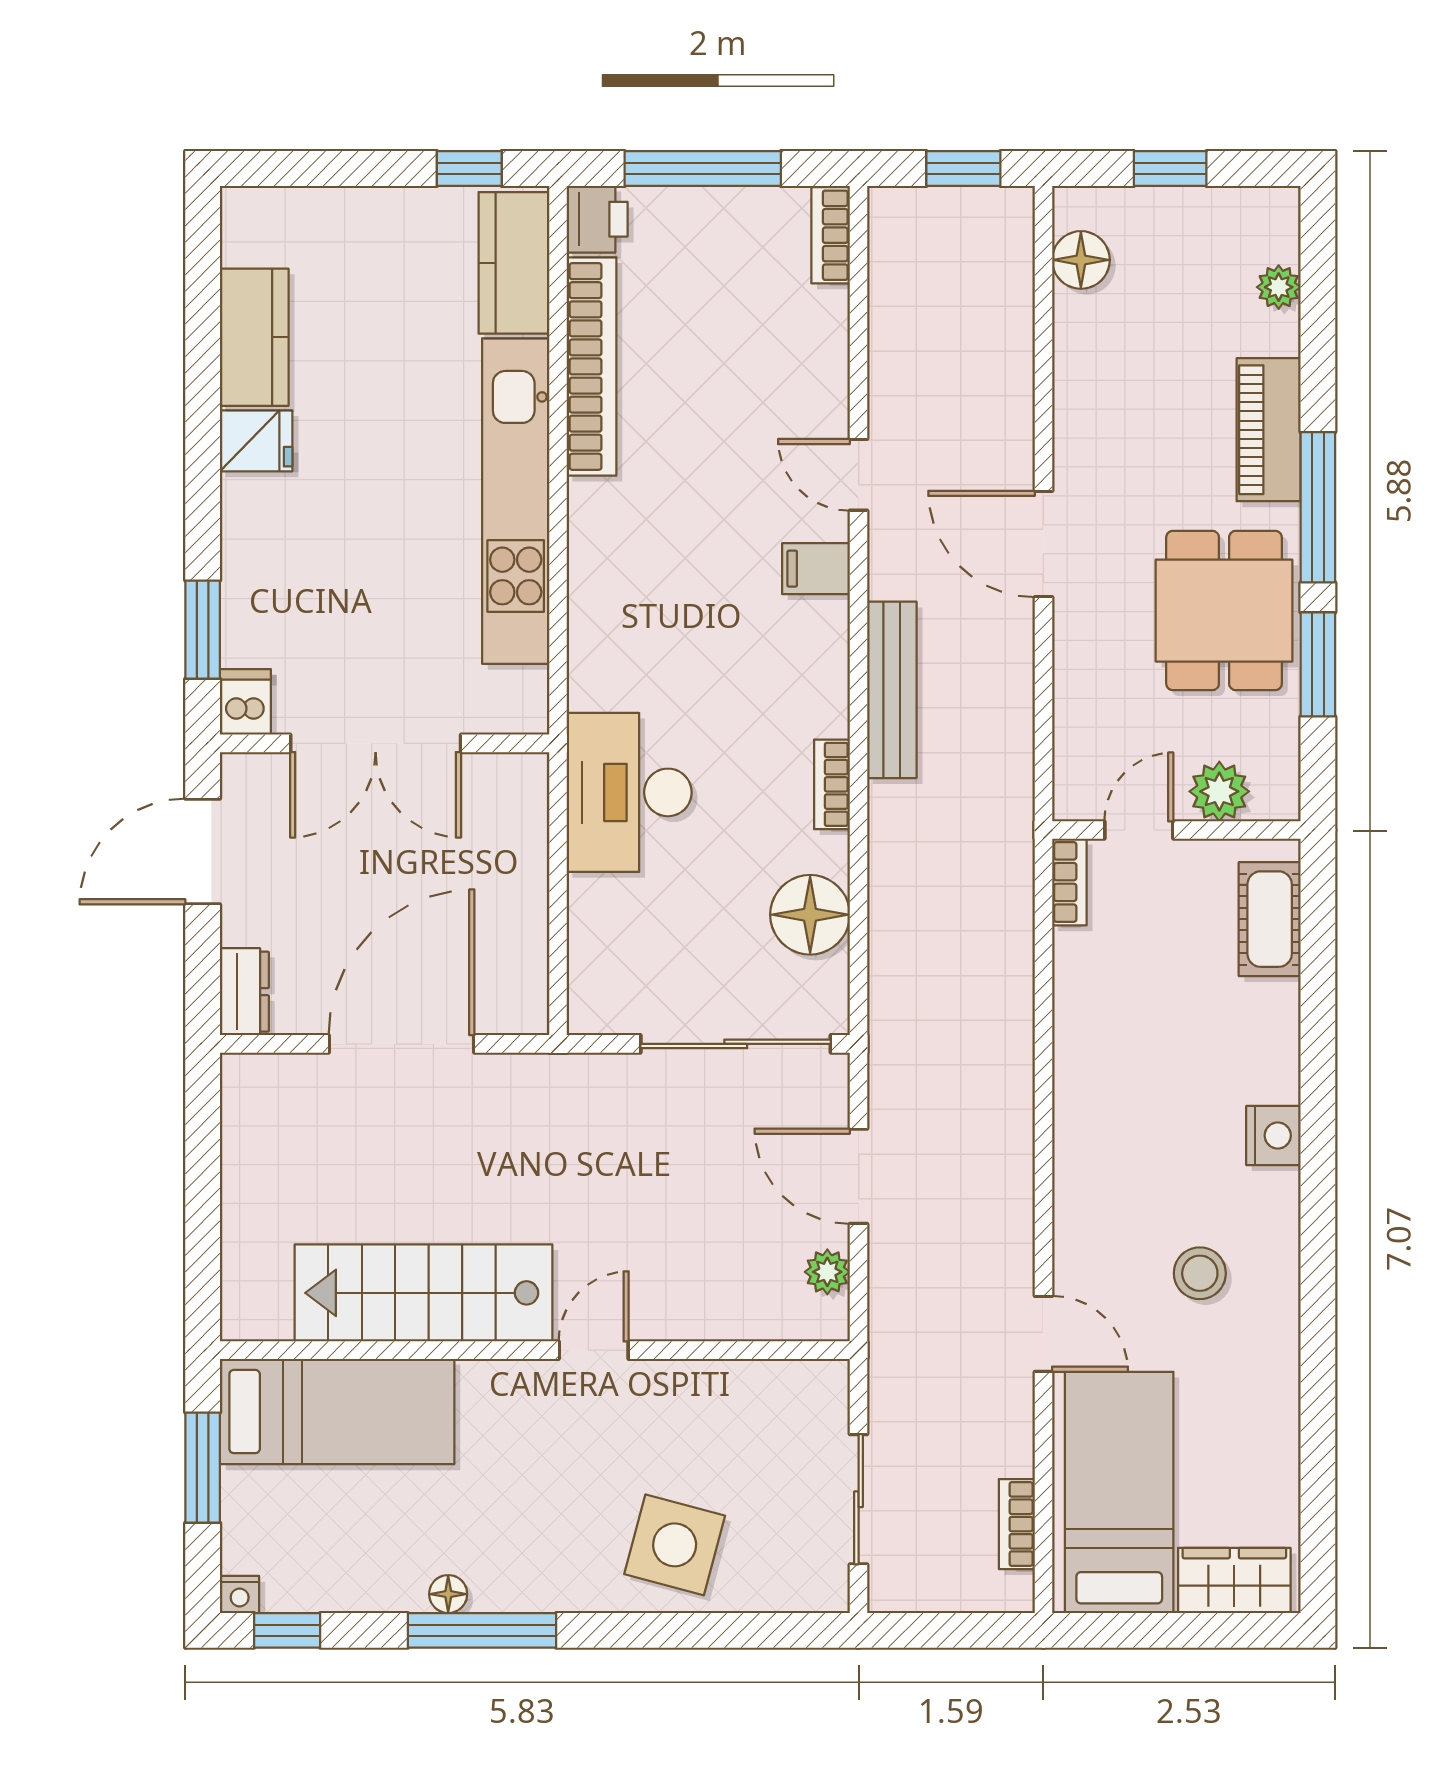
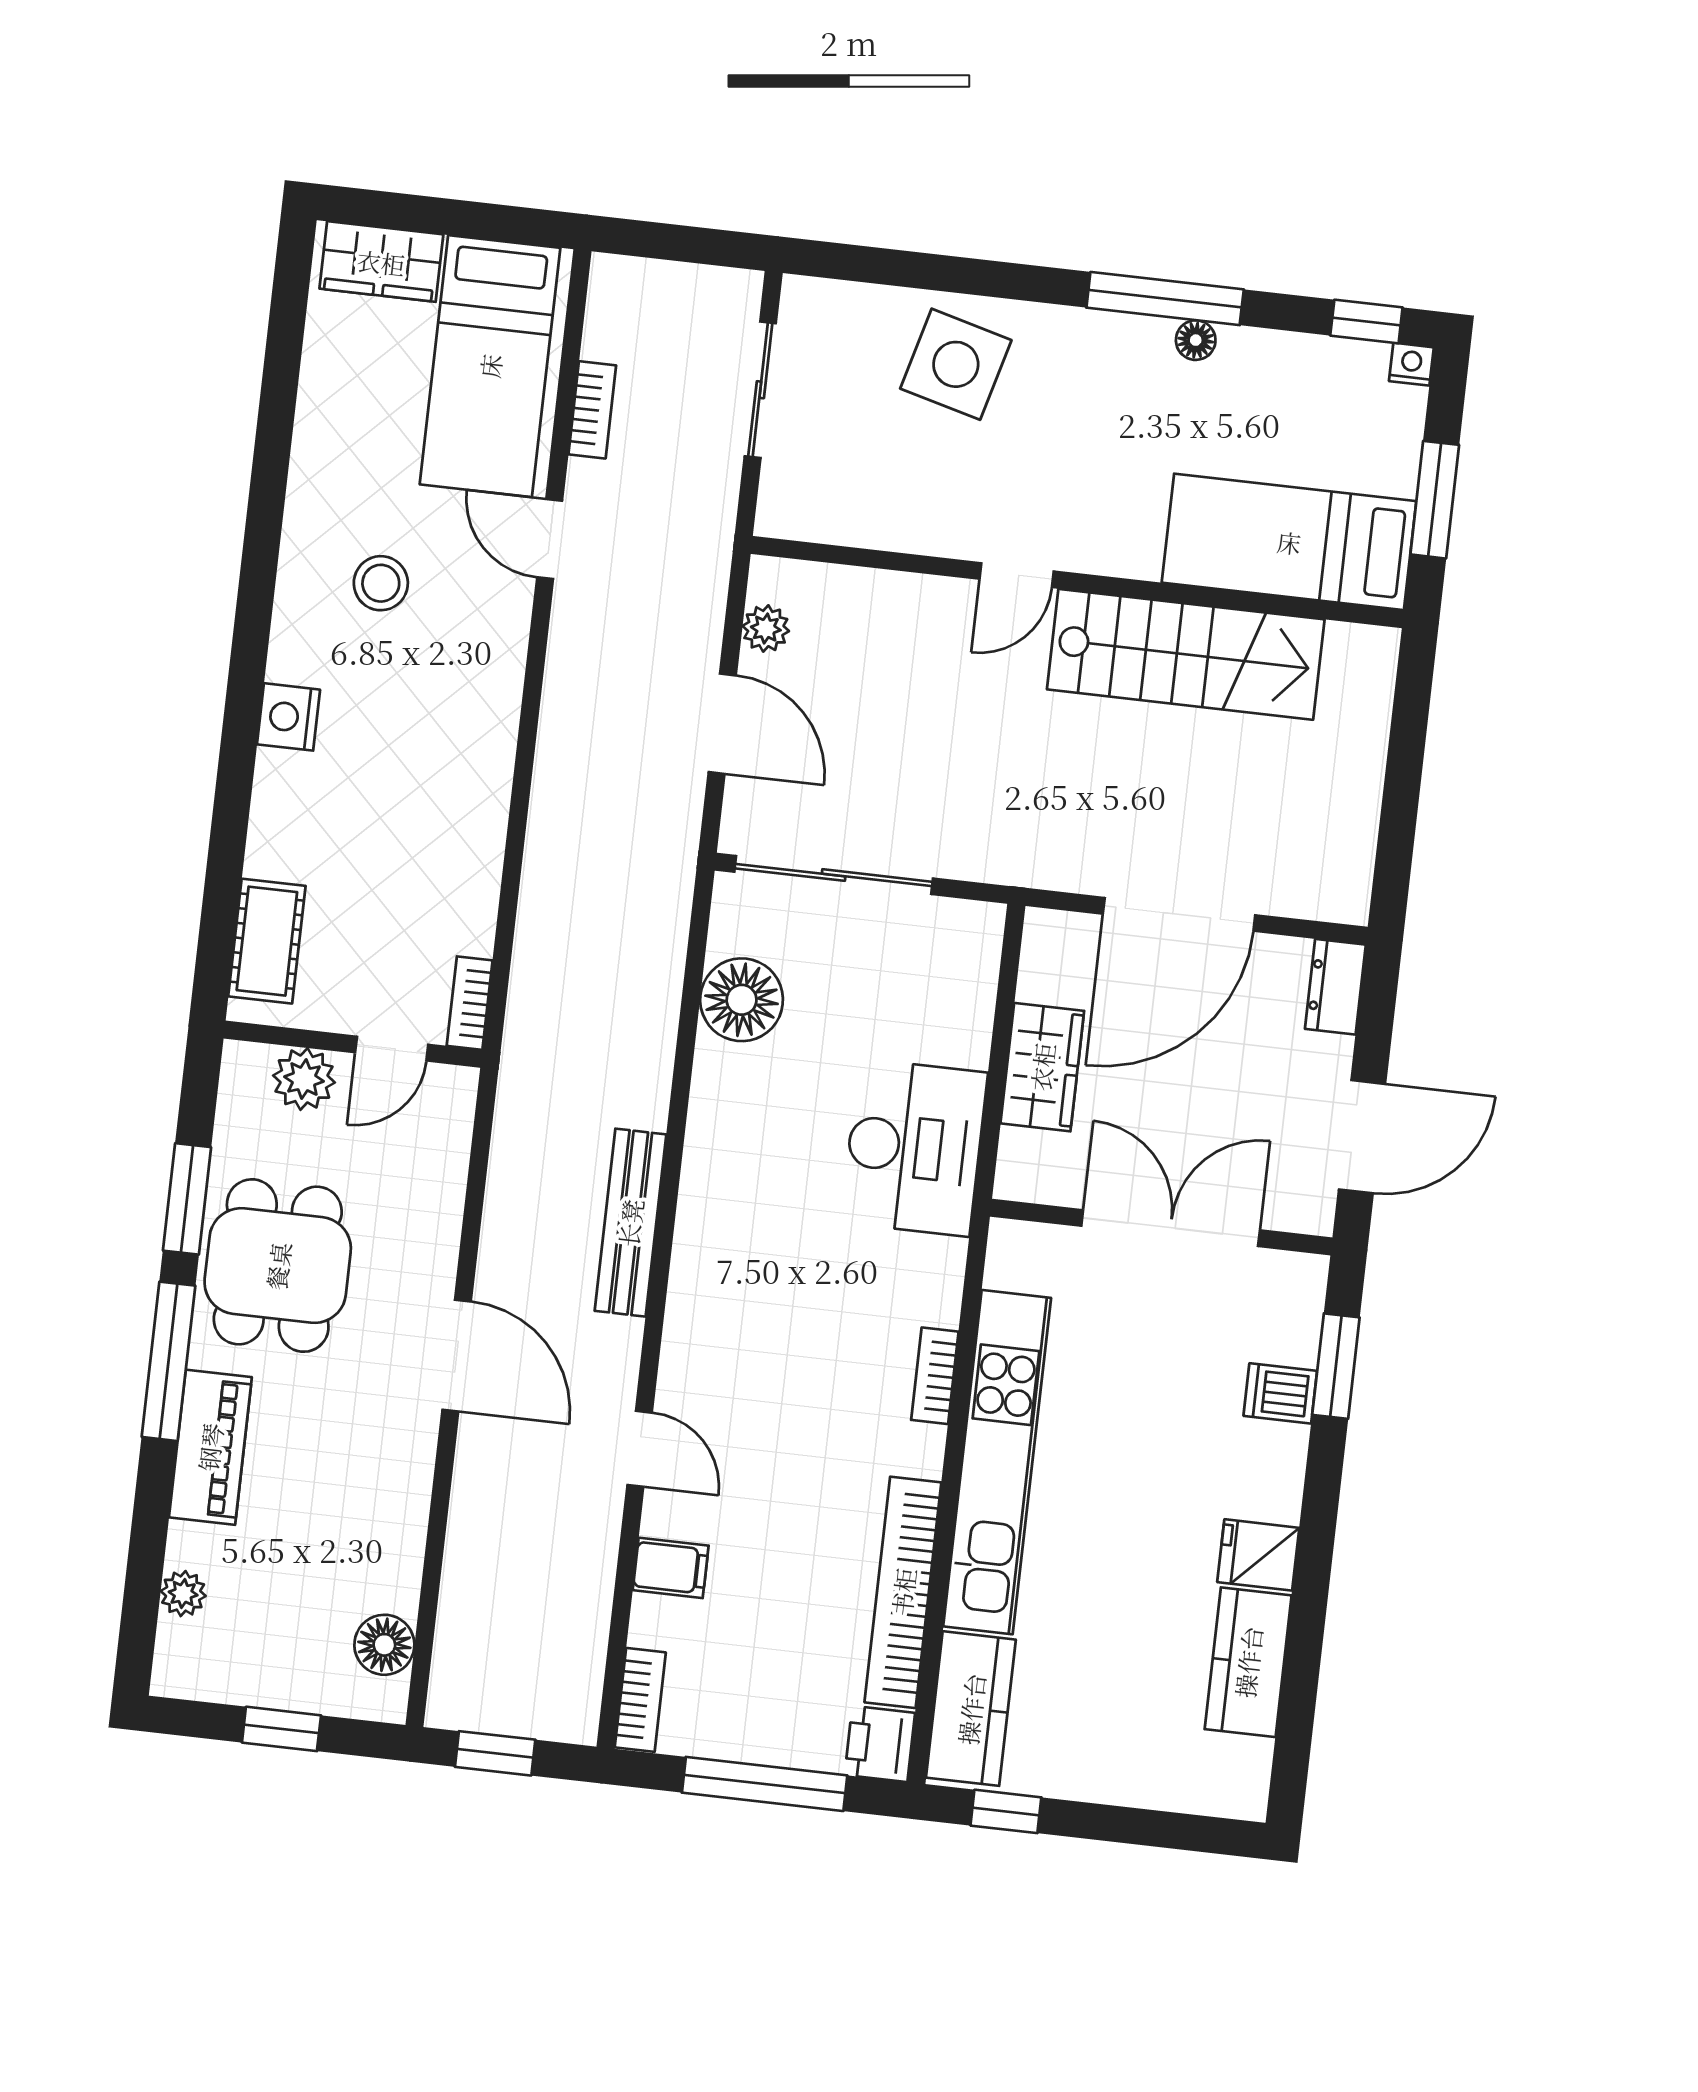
filing cabinet: (816, 569) -> (671, 1568), moved
dishwasher: (245, 702) -> (1280, 1393), moved, turned 90
bookcase: (832, 784) -> (935, 1376), moved, turned 180
wardrobe: (516, 883) -> (1042, 1067), added
bookcase: (1017, 1524) -> (592, 410), moved

